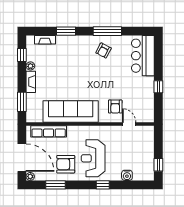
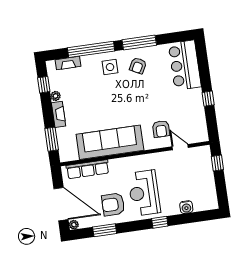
window: (66, 31) -> (91, 49), width x2.11
side table: (80, 48) -> (110, 67), added
window: (158, 165) -> (217, 163), moved

